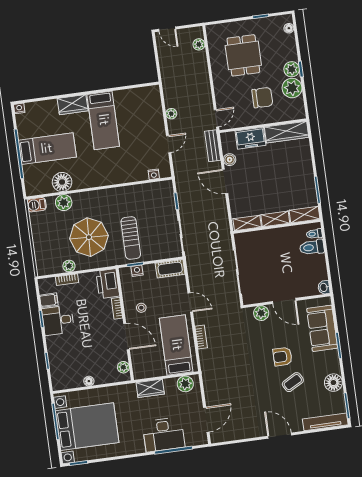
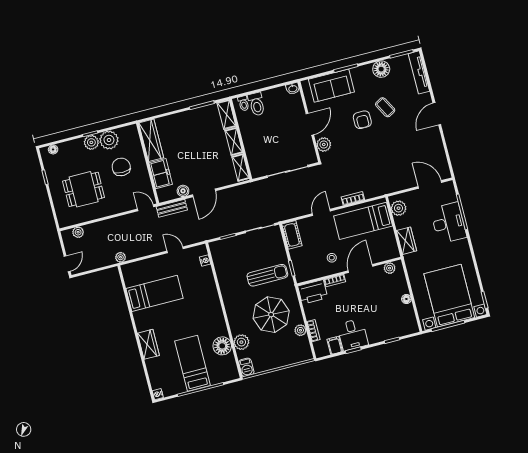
plant: (171, 114) -> (121, 257), moved
bed: (103, 120) -> (155, 293), moved
nightstand: (137, 271) -> (297, 266), removed

